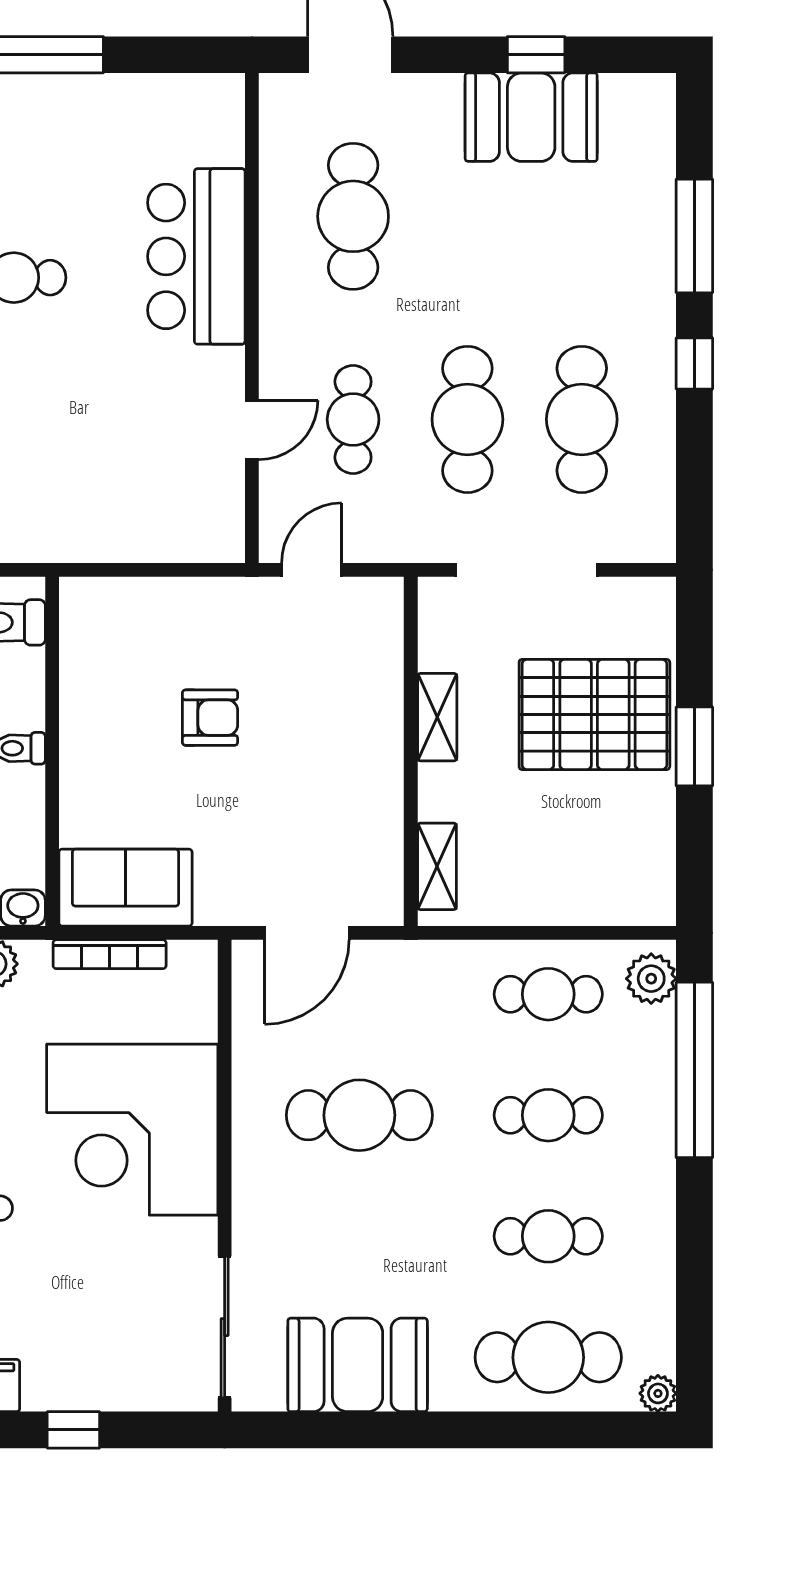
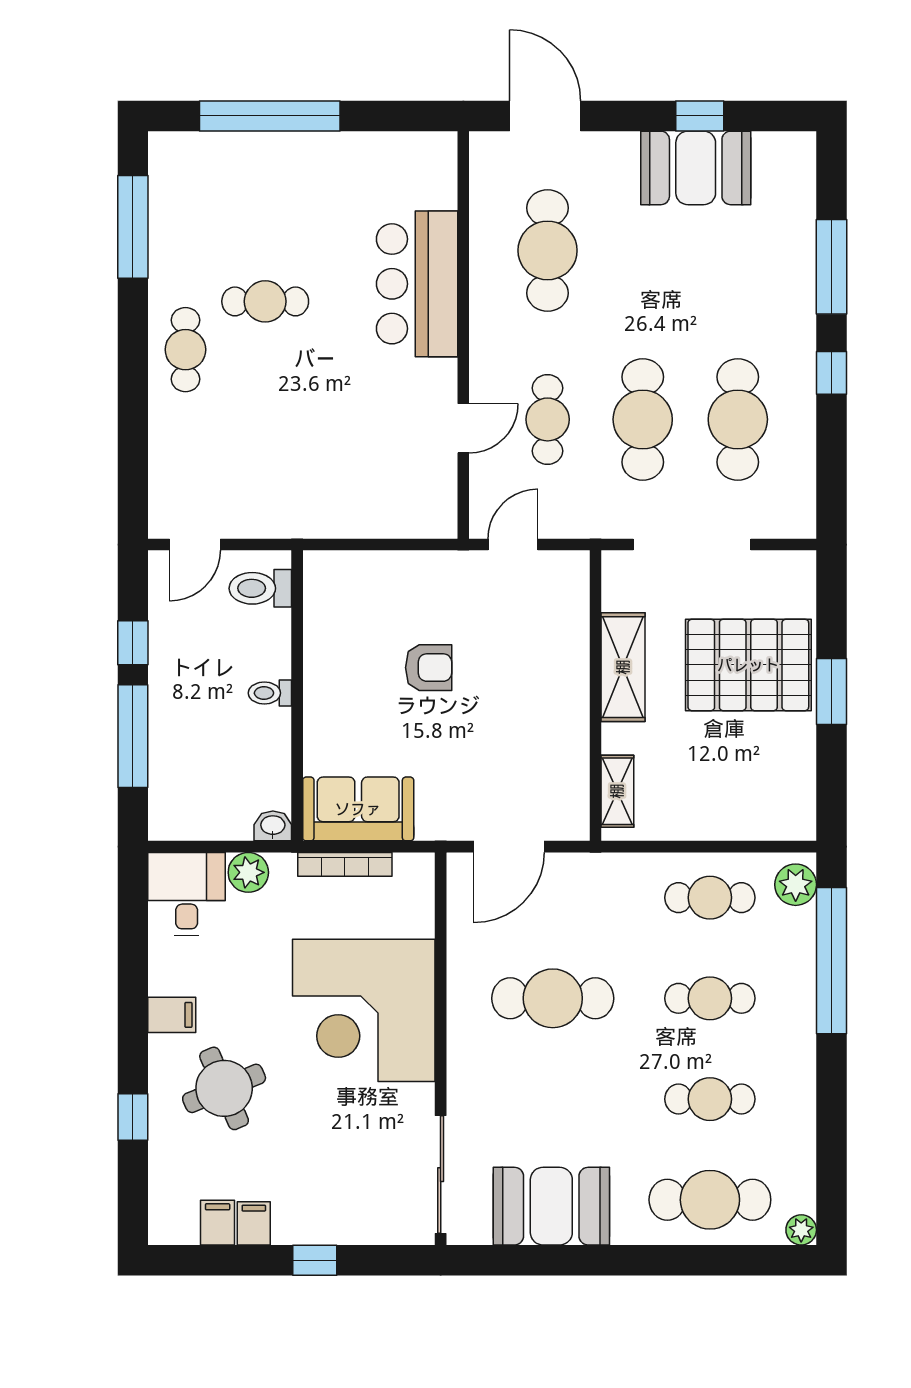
shelving: (437, 717) -> (623, 667), width x1.50, depth x1.33

